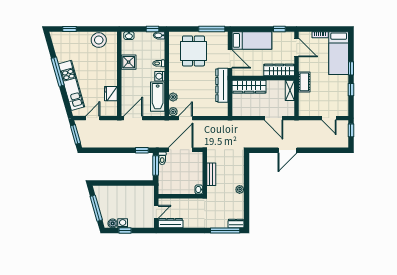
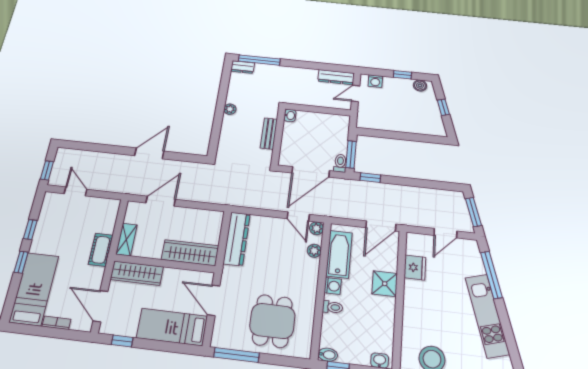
shower: (129, 62) -> (385, 284), moved
window: (58, 72) -> (491, 275), moved
kitchen unit: (71, 85) -> (487, 315), moved
dresser: (222, 85) -> (237, 239), moved
door: (185, 118) -> (298, 217), hinge flipped
door: (274, 118) -> (161, 201), hinge flipped
window: (96, 208) -> (443, 107), width x0.46
washing machine: (123, 223) -> (375, 81), moved

